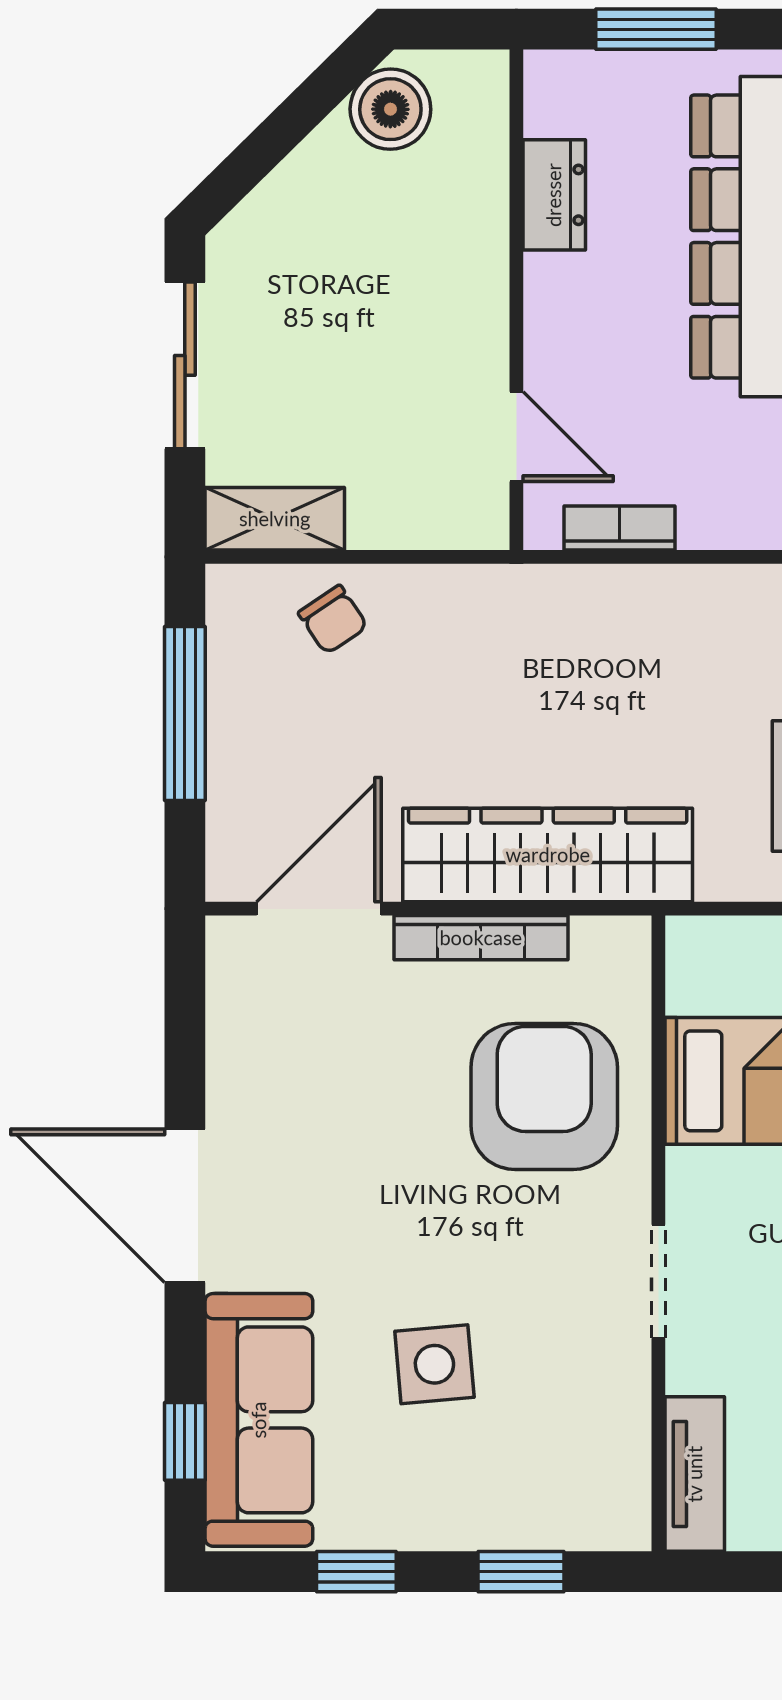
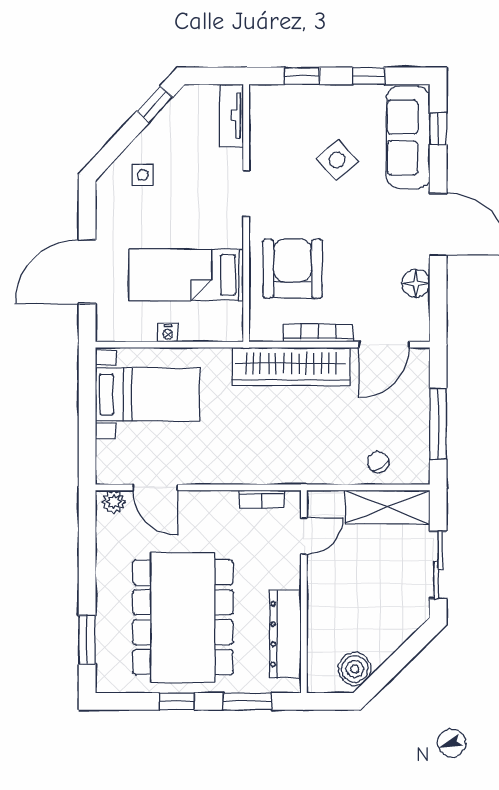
dresser: (554, 195) -> (285, 634), width x1.96, depth x1.24
door: (516, 437) -> (304, 536), swing flipped
shelving: (275, 519) -> (388, 507), width x1.50, depth x1.33
floor lamp: (240, 1060) -> (416, 283), added
armchair: (544, 1096) -> (293, 269), turned 180
side table: (434, 1364) -> (337, 160), turned -35

